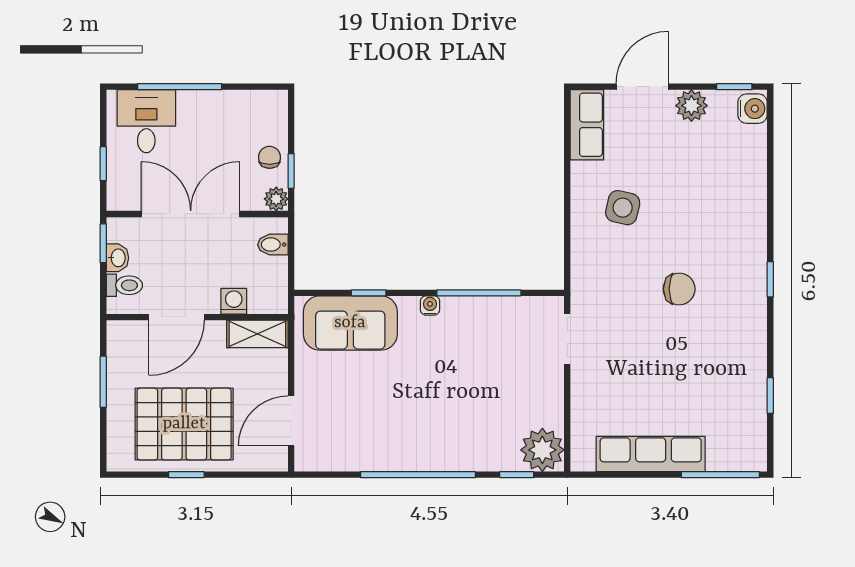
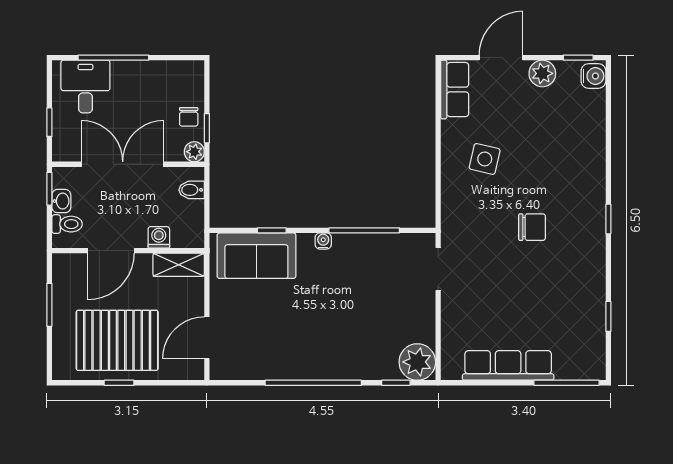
chair: (270, 157) -> (189, 117), turned 180

